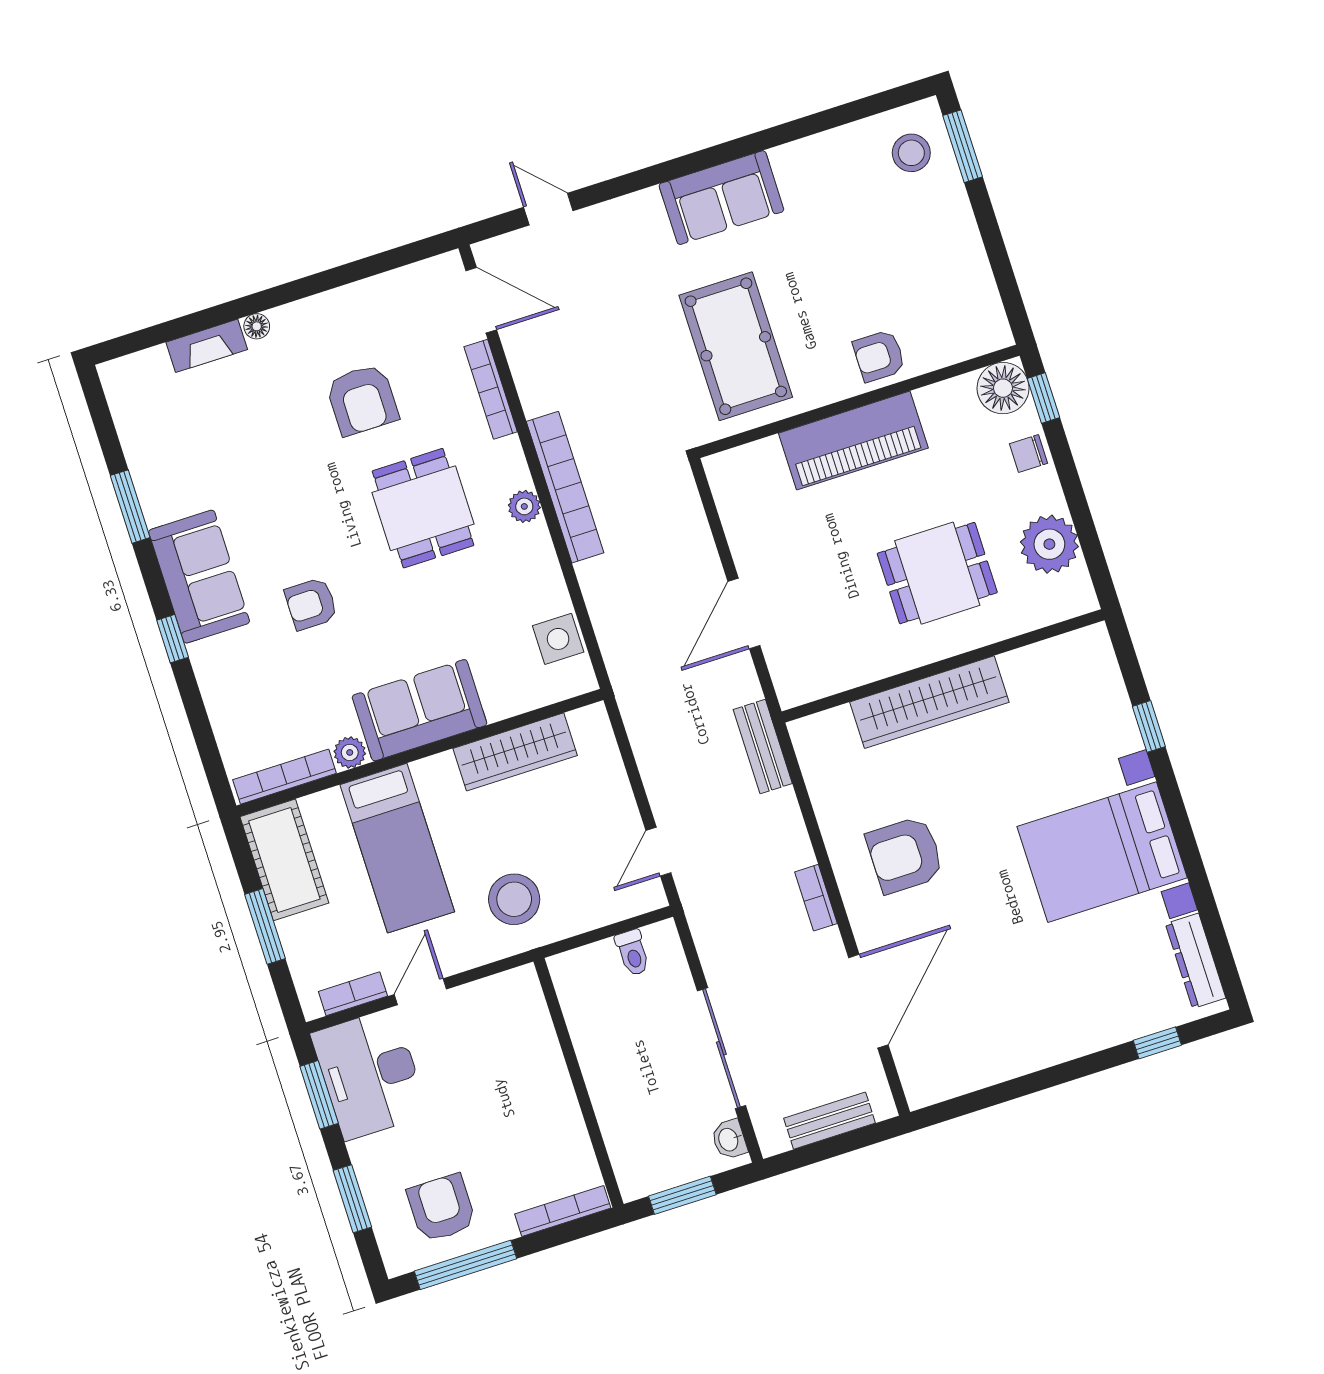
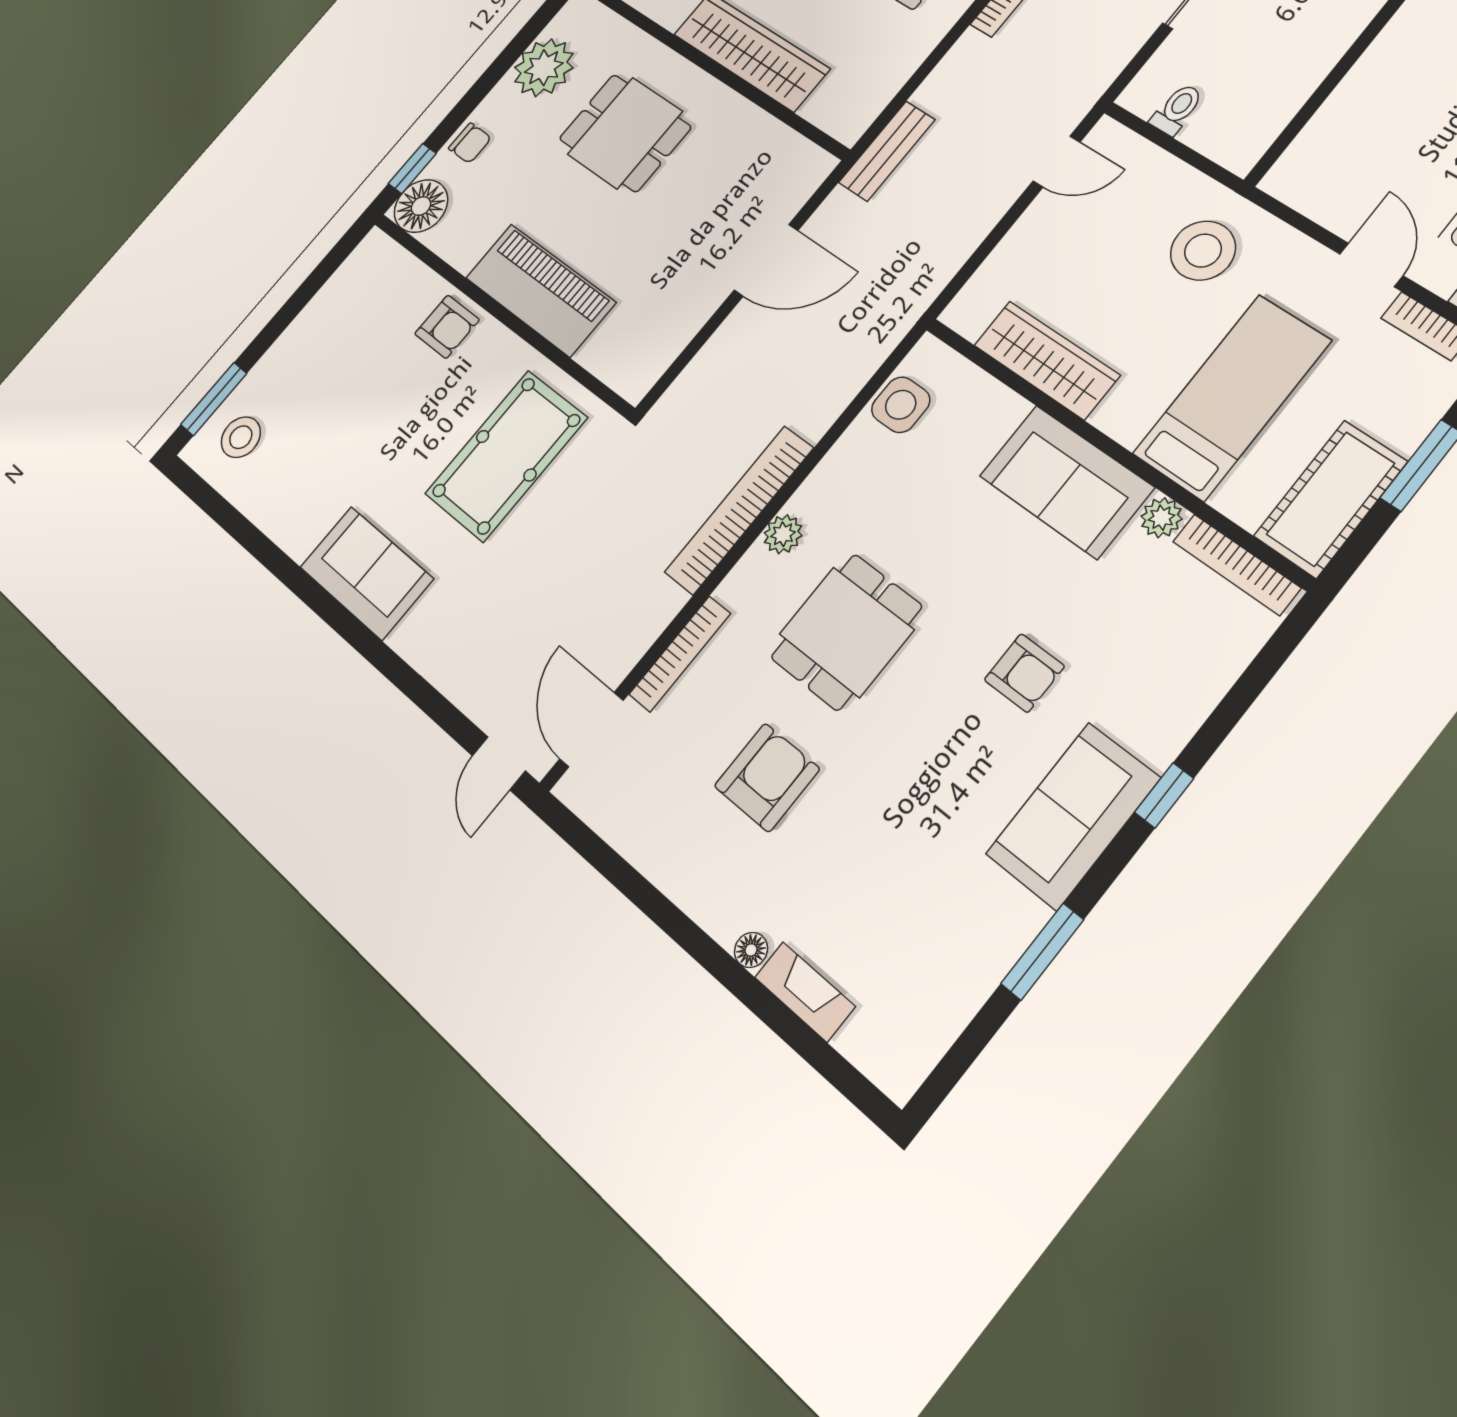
door: (548, 209) -> (499, 763), moved
door: (420, 992) -> (1371, 265), swing flipped

